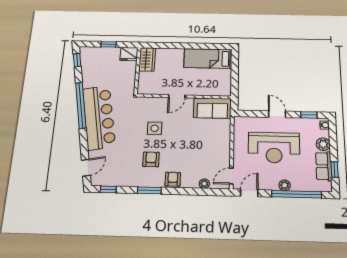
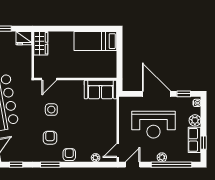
door: (177, 96) -> (49, 79), moved
door: (277, 114) -> (156, 94), width x1.87

